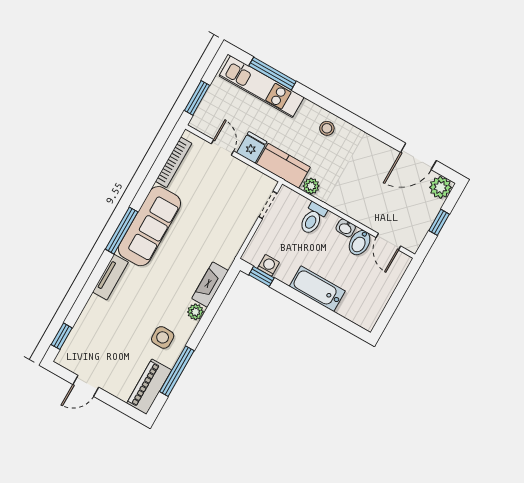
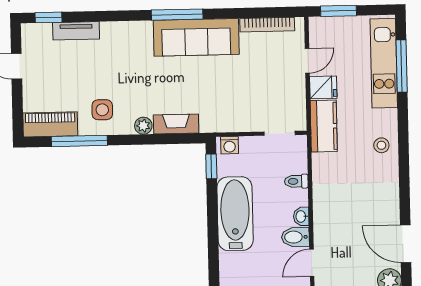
plant: (311, 186) -> (320, 162), removed
toilet: (313, 218) -> (296, 181), width x0.73, depth x0.72
washing machine: (268, 265) -> (230, 145), moved, turned 90
tv unit: (110, 277) -> (76, 31), moved
bathtub: (317, 289) -> (235, 214), width x1.36, depth x1.36

